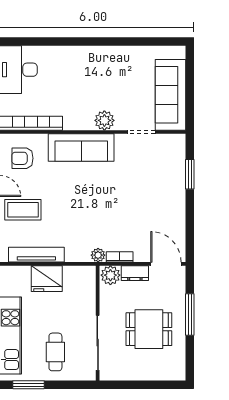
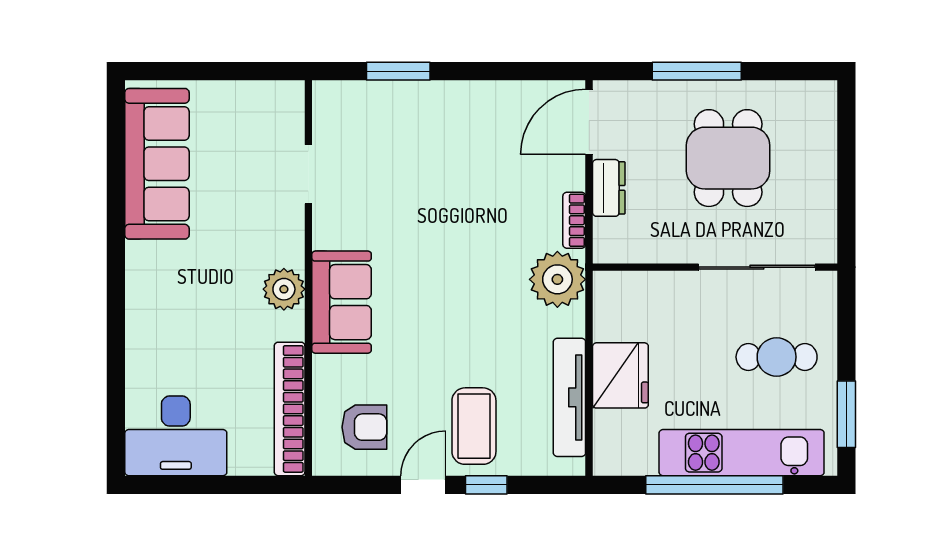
sofa: (170, 95) -> (157, 164), moved, turned -90
plant: (104, 120) -> (284, 289), moved
sofa: (81, 148) -> (342, 302), width x0.73
armchair: (22, 158) -> (364, 427), turned -90
plant: (98, 255) -> (557, 279), width x1.88, depth x1.88
plant: (110, 275) -> (613, 240), removed

